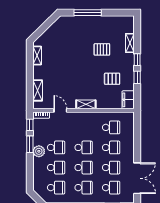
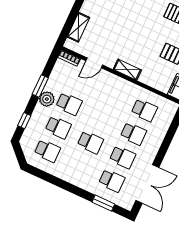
door: (60, 110) -> (94, 63), swing flipped
window: (30, 125) -> (24, 121), moved
school desk: (84, 147) -> (101, 119), removed
school desk: (84, 188) -> (80, 166), removed

